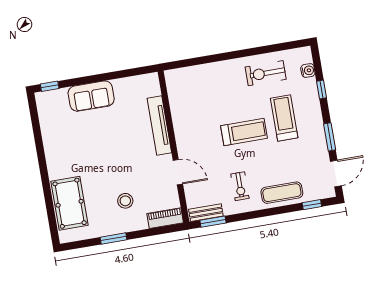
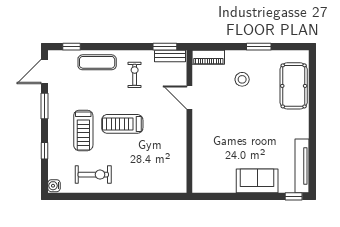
water cooler: (308, 71) -> (54, 186), moved
tv unit: (159, 126) -> (302, 166), moved, turned 180

